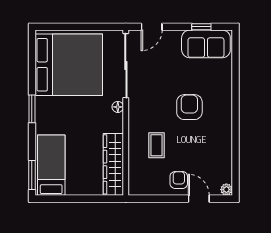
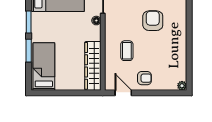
window: (32, 175) -> (29, 51), moved
armchair: (179, 180) -> (144, 78), turned 90
door: (199, 199) -> (123, 93), moved

